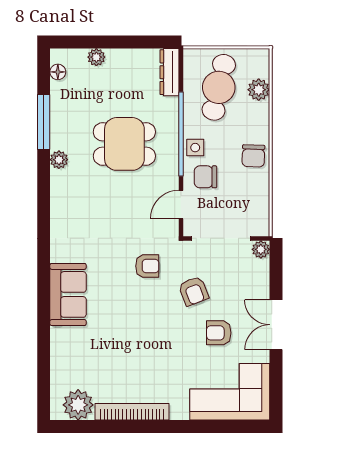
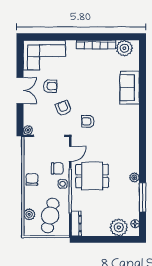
plant: (96, 57) -> (119, 227), width x1.87, depth x1.87
dining table: (124, 144) -> (92, 176), moved
sofa: (68, 294) -> (130, 88), moved

